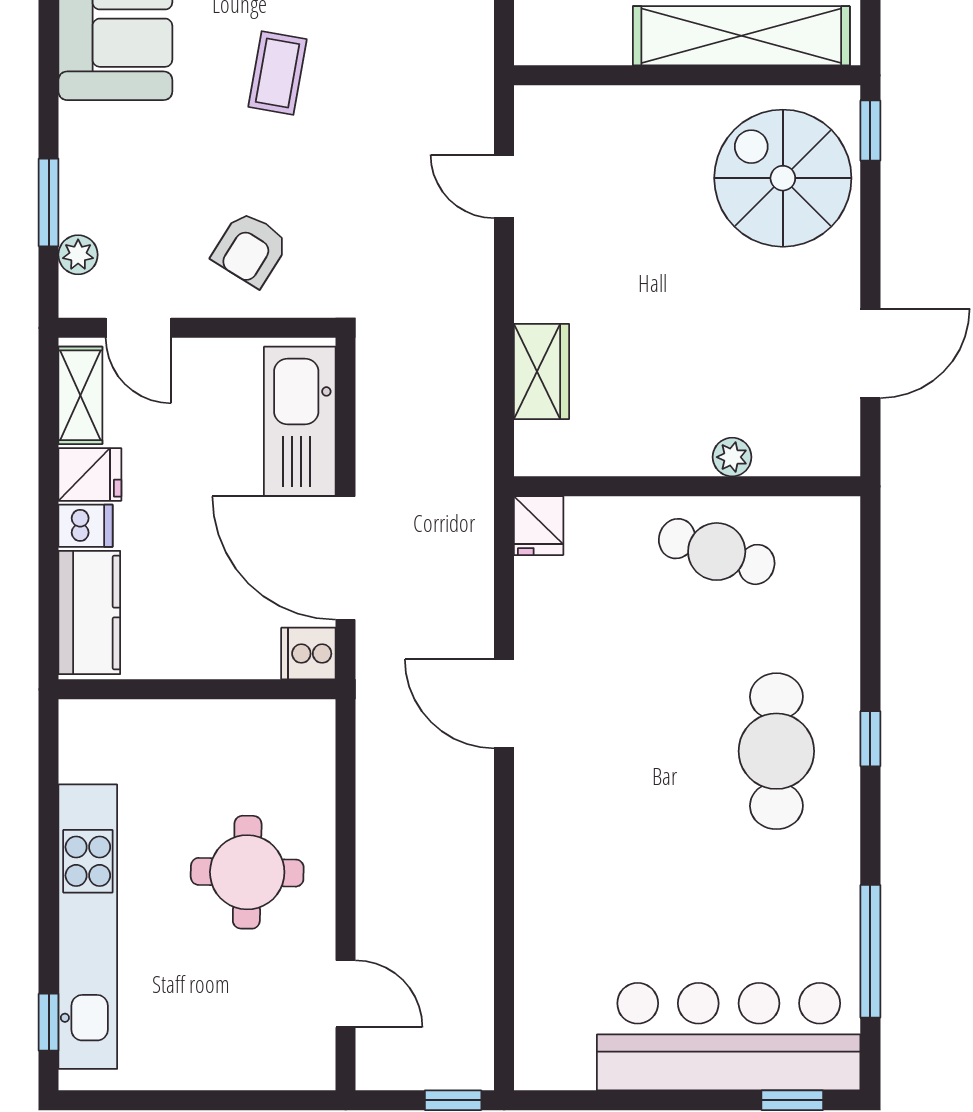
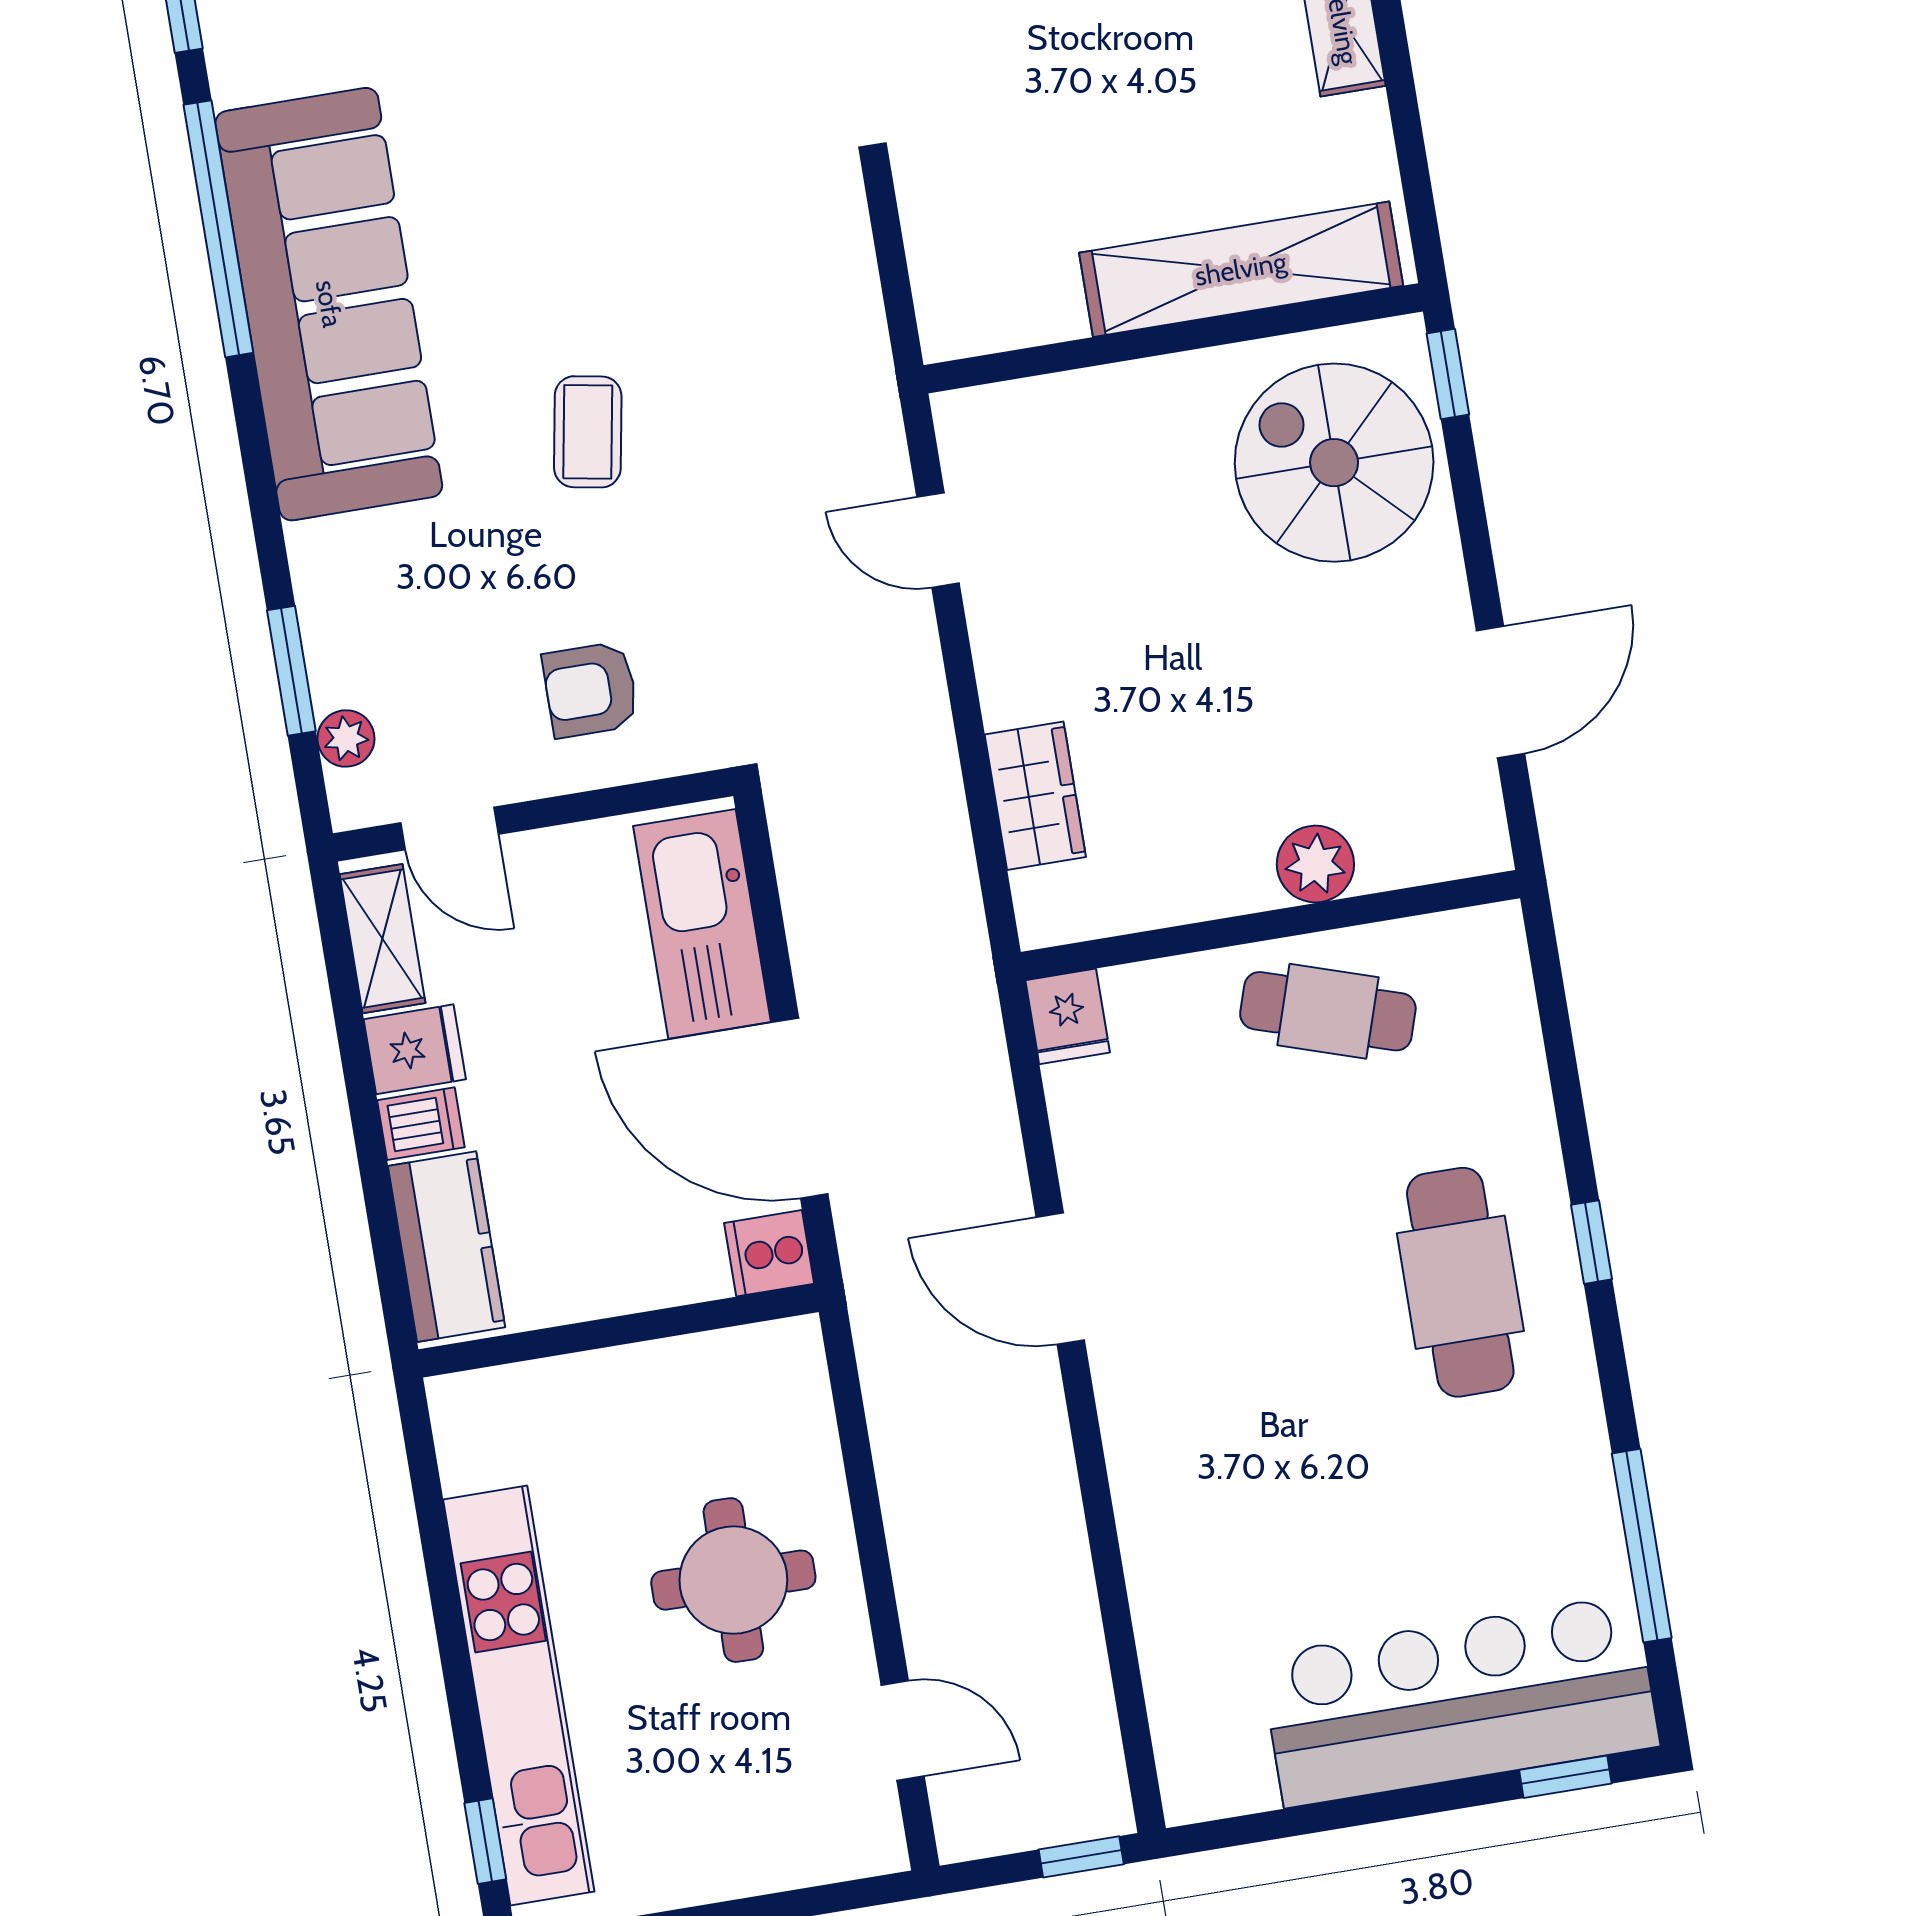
armchair: (250, 249) -> (590, 690), turned 58
plant: (732, 457) -> (1315, 864), width x1.38, depth x1.38

